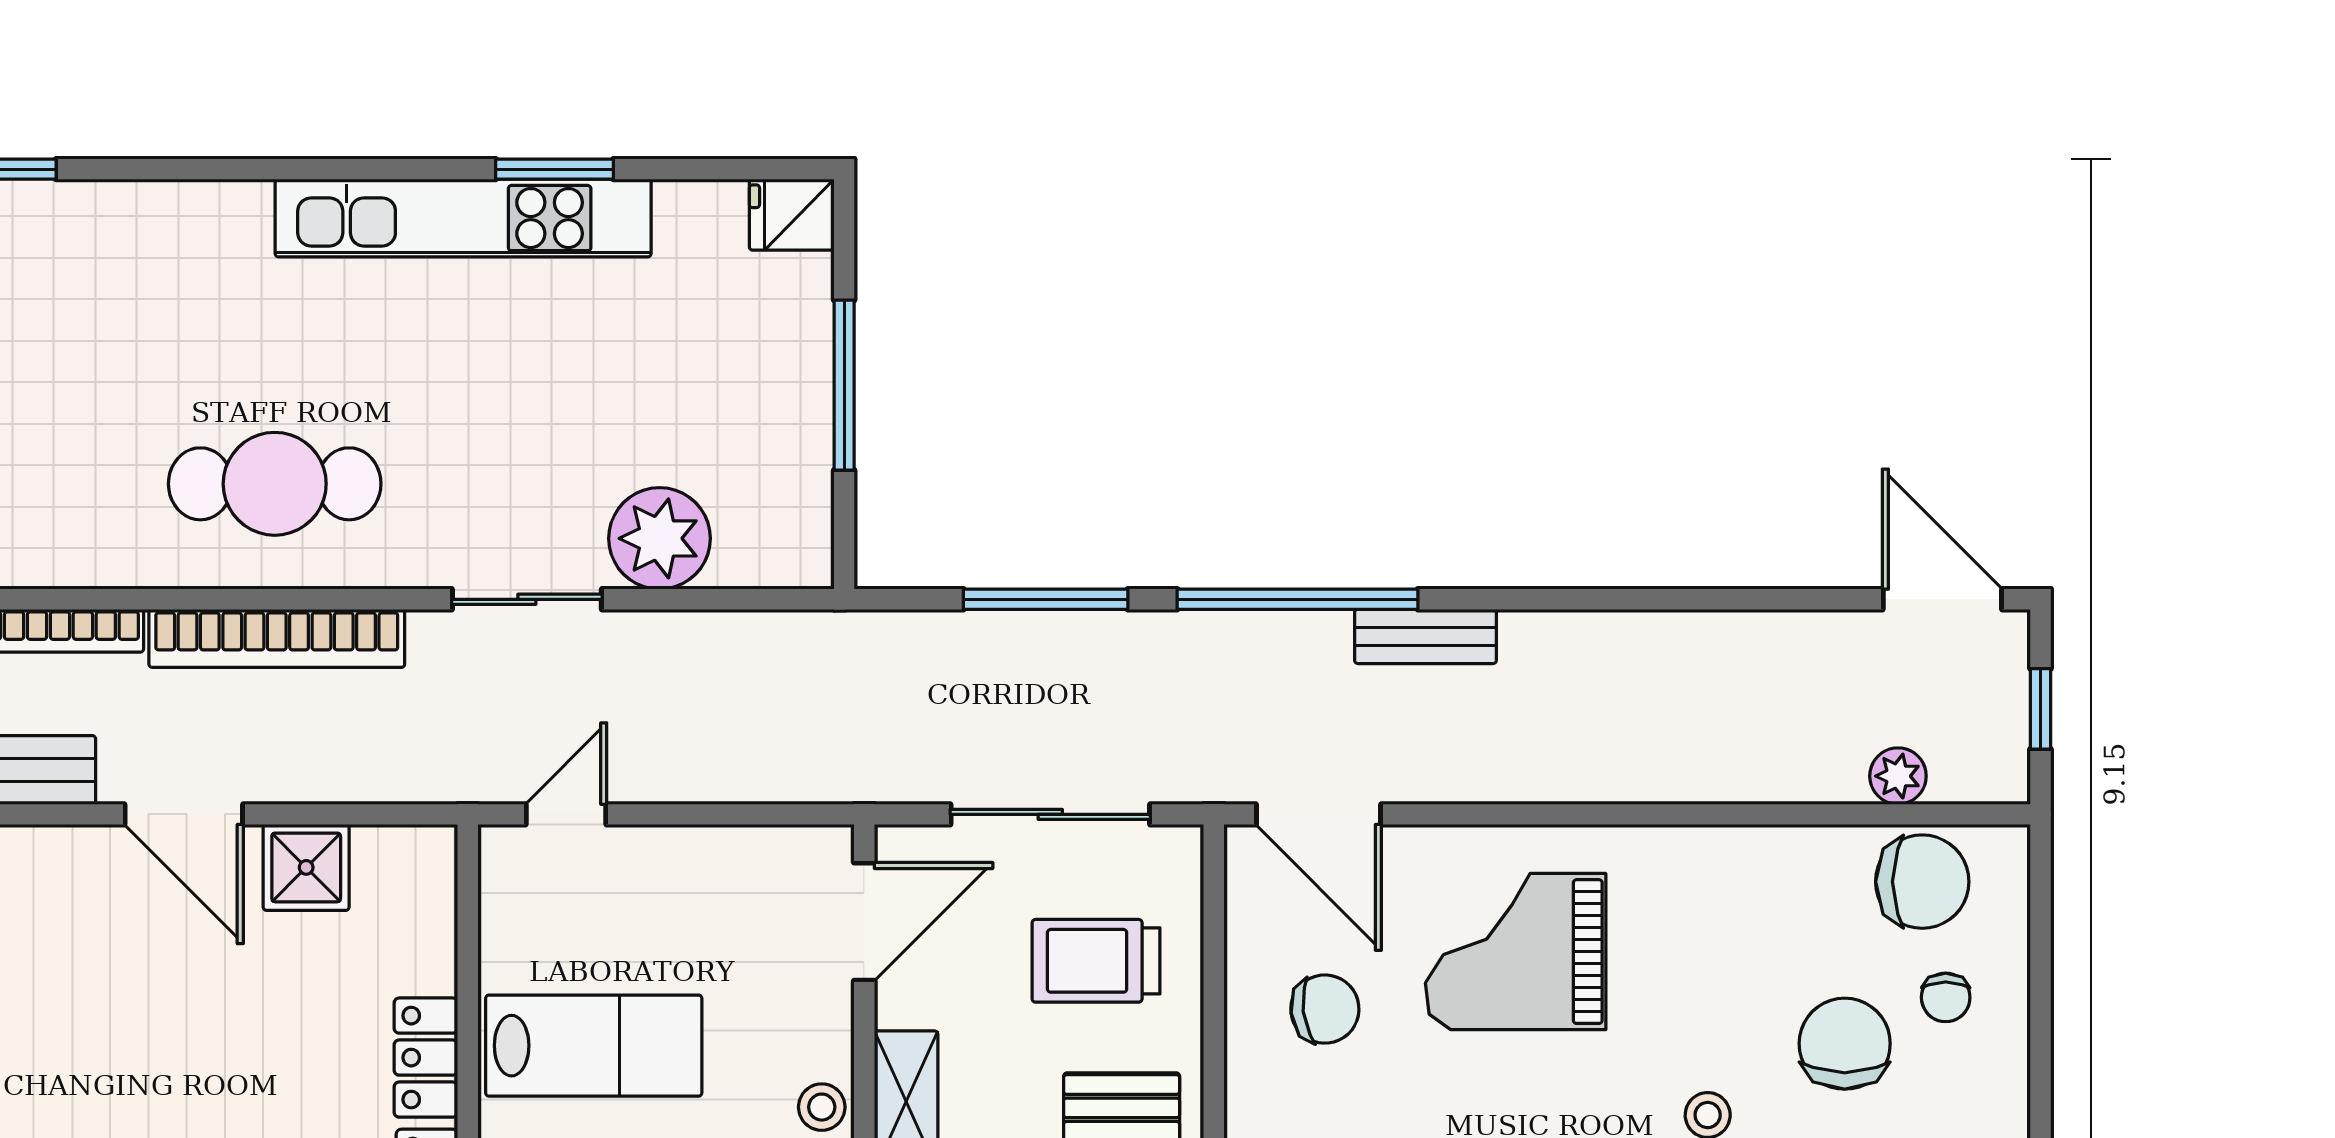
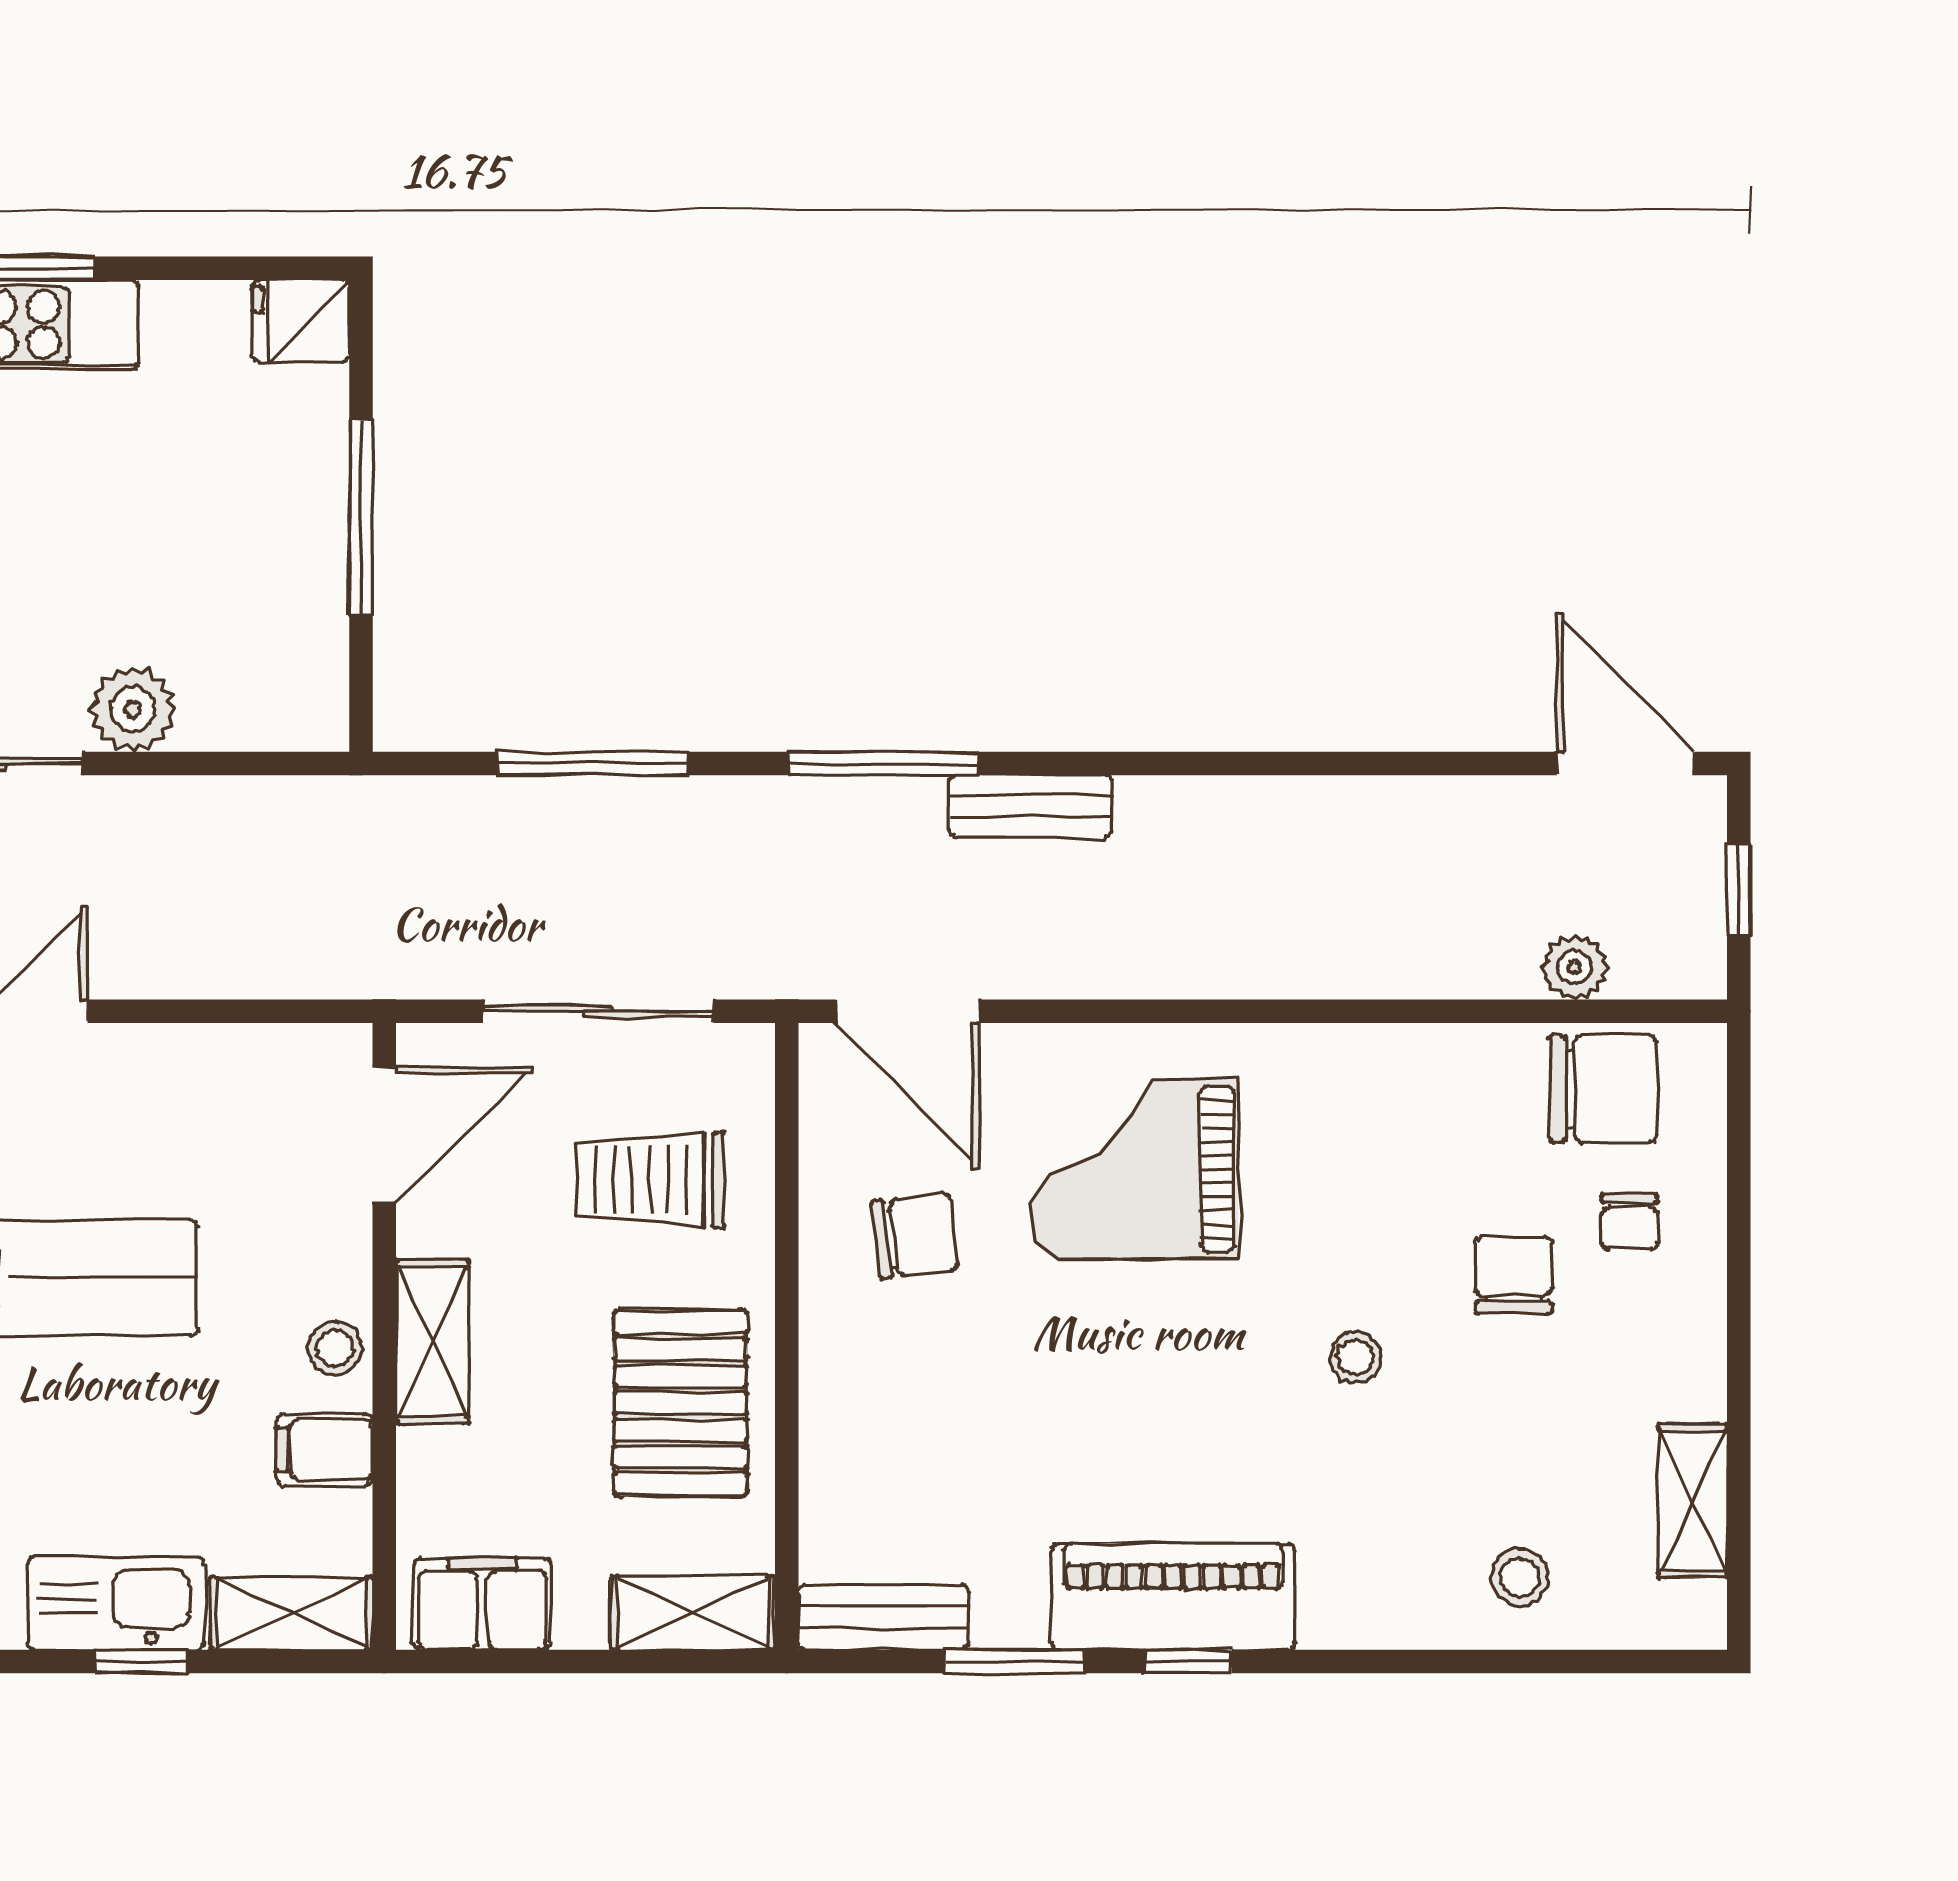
plant: (660, 538) -> (133, 709), width x0.73, depth x0.73
window: (1297, 599) -> (883, 764), width x0.68
chair: (1845, 1044) -> (1513, 1275), width x0.73, depth x0.73

